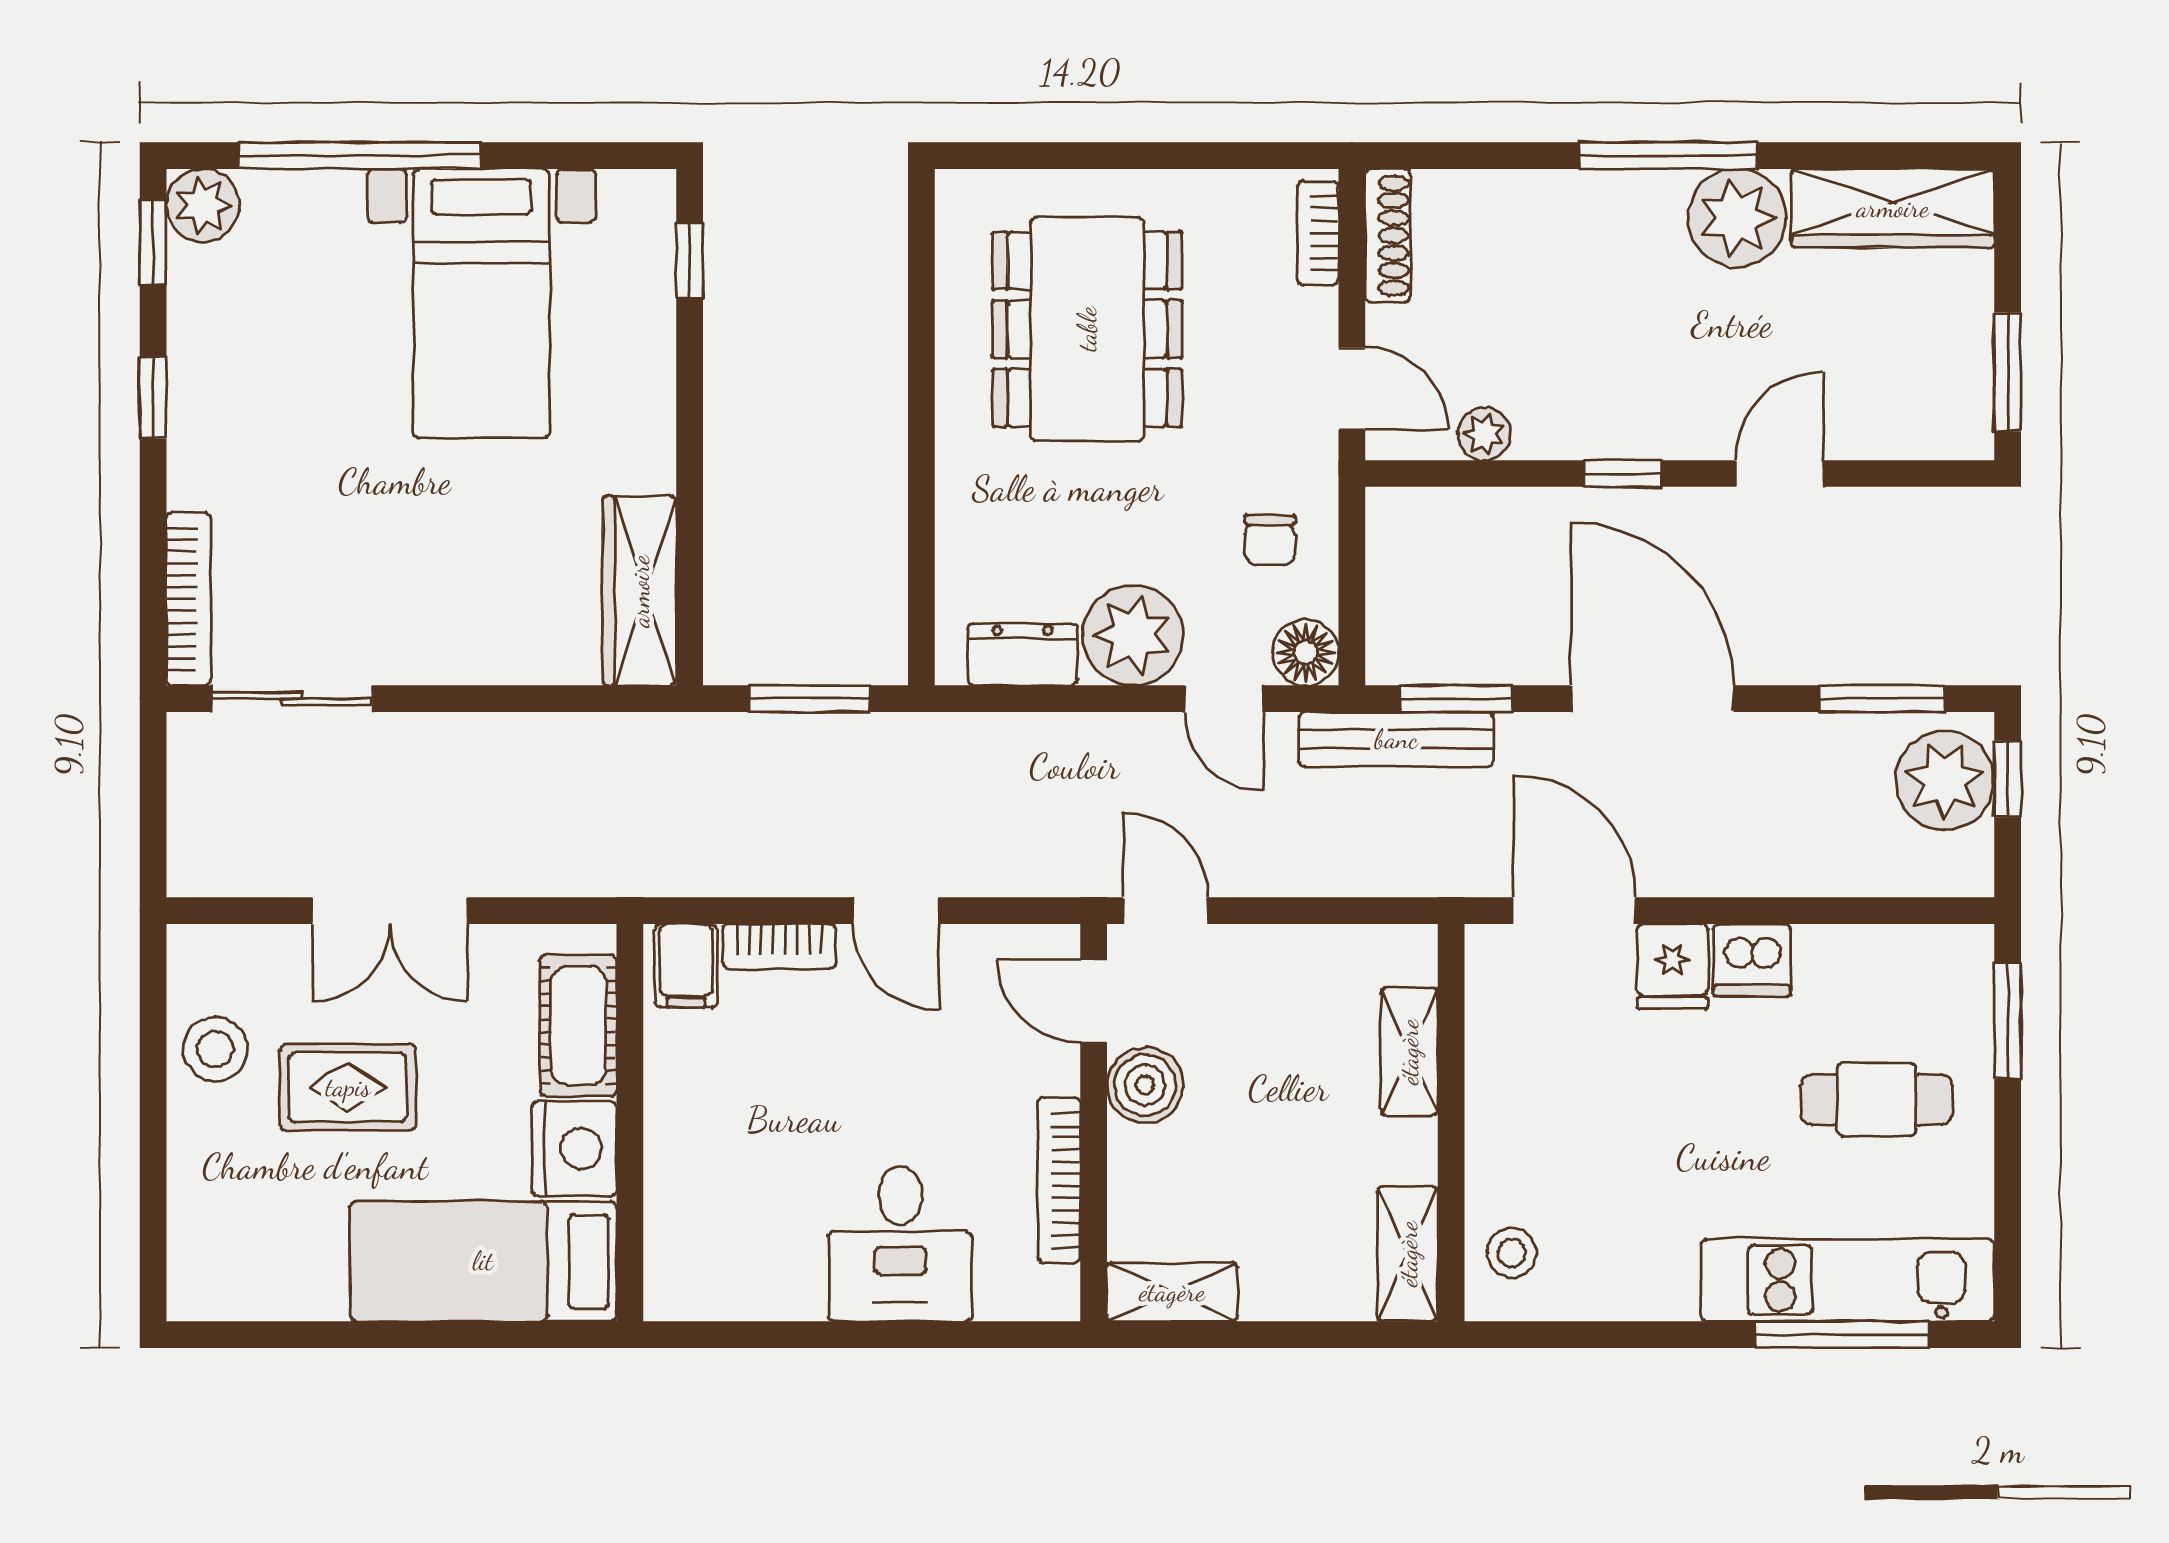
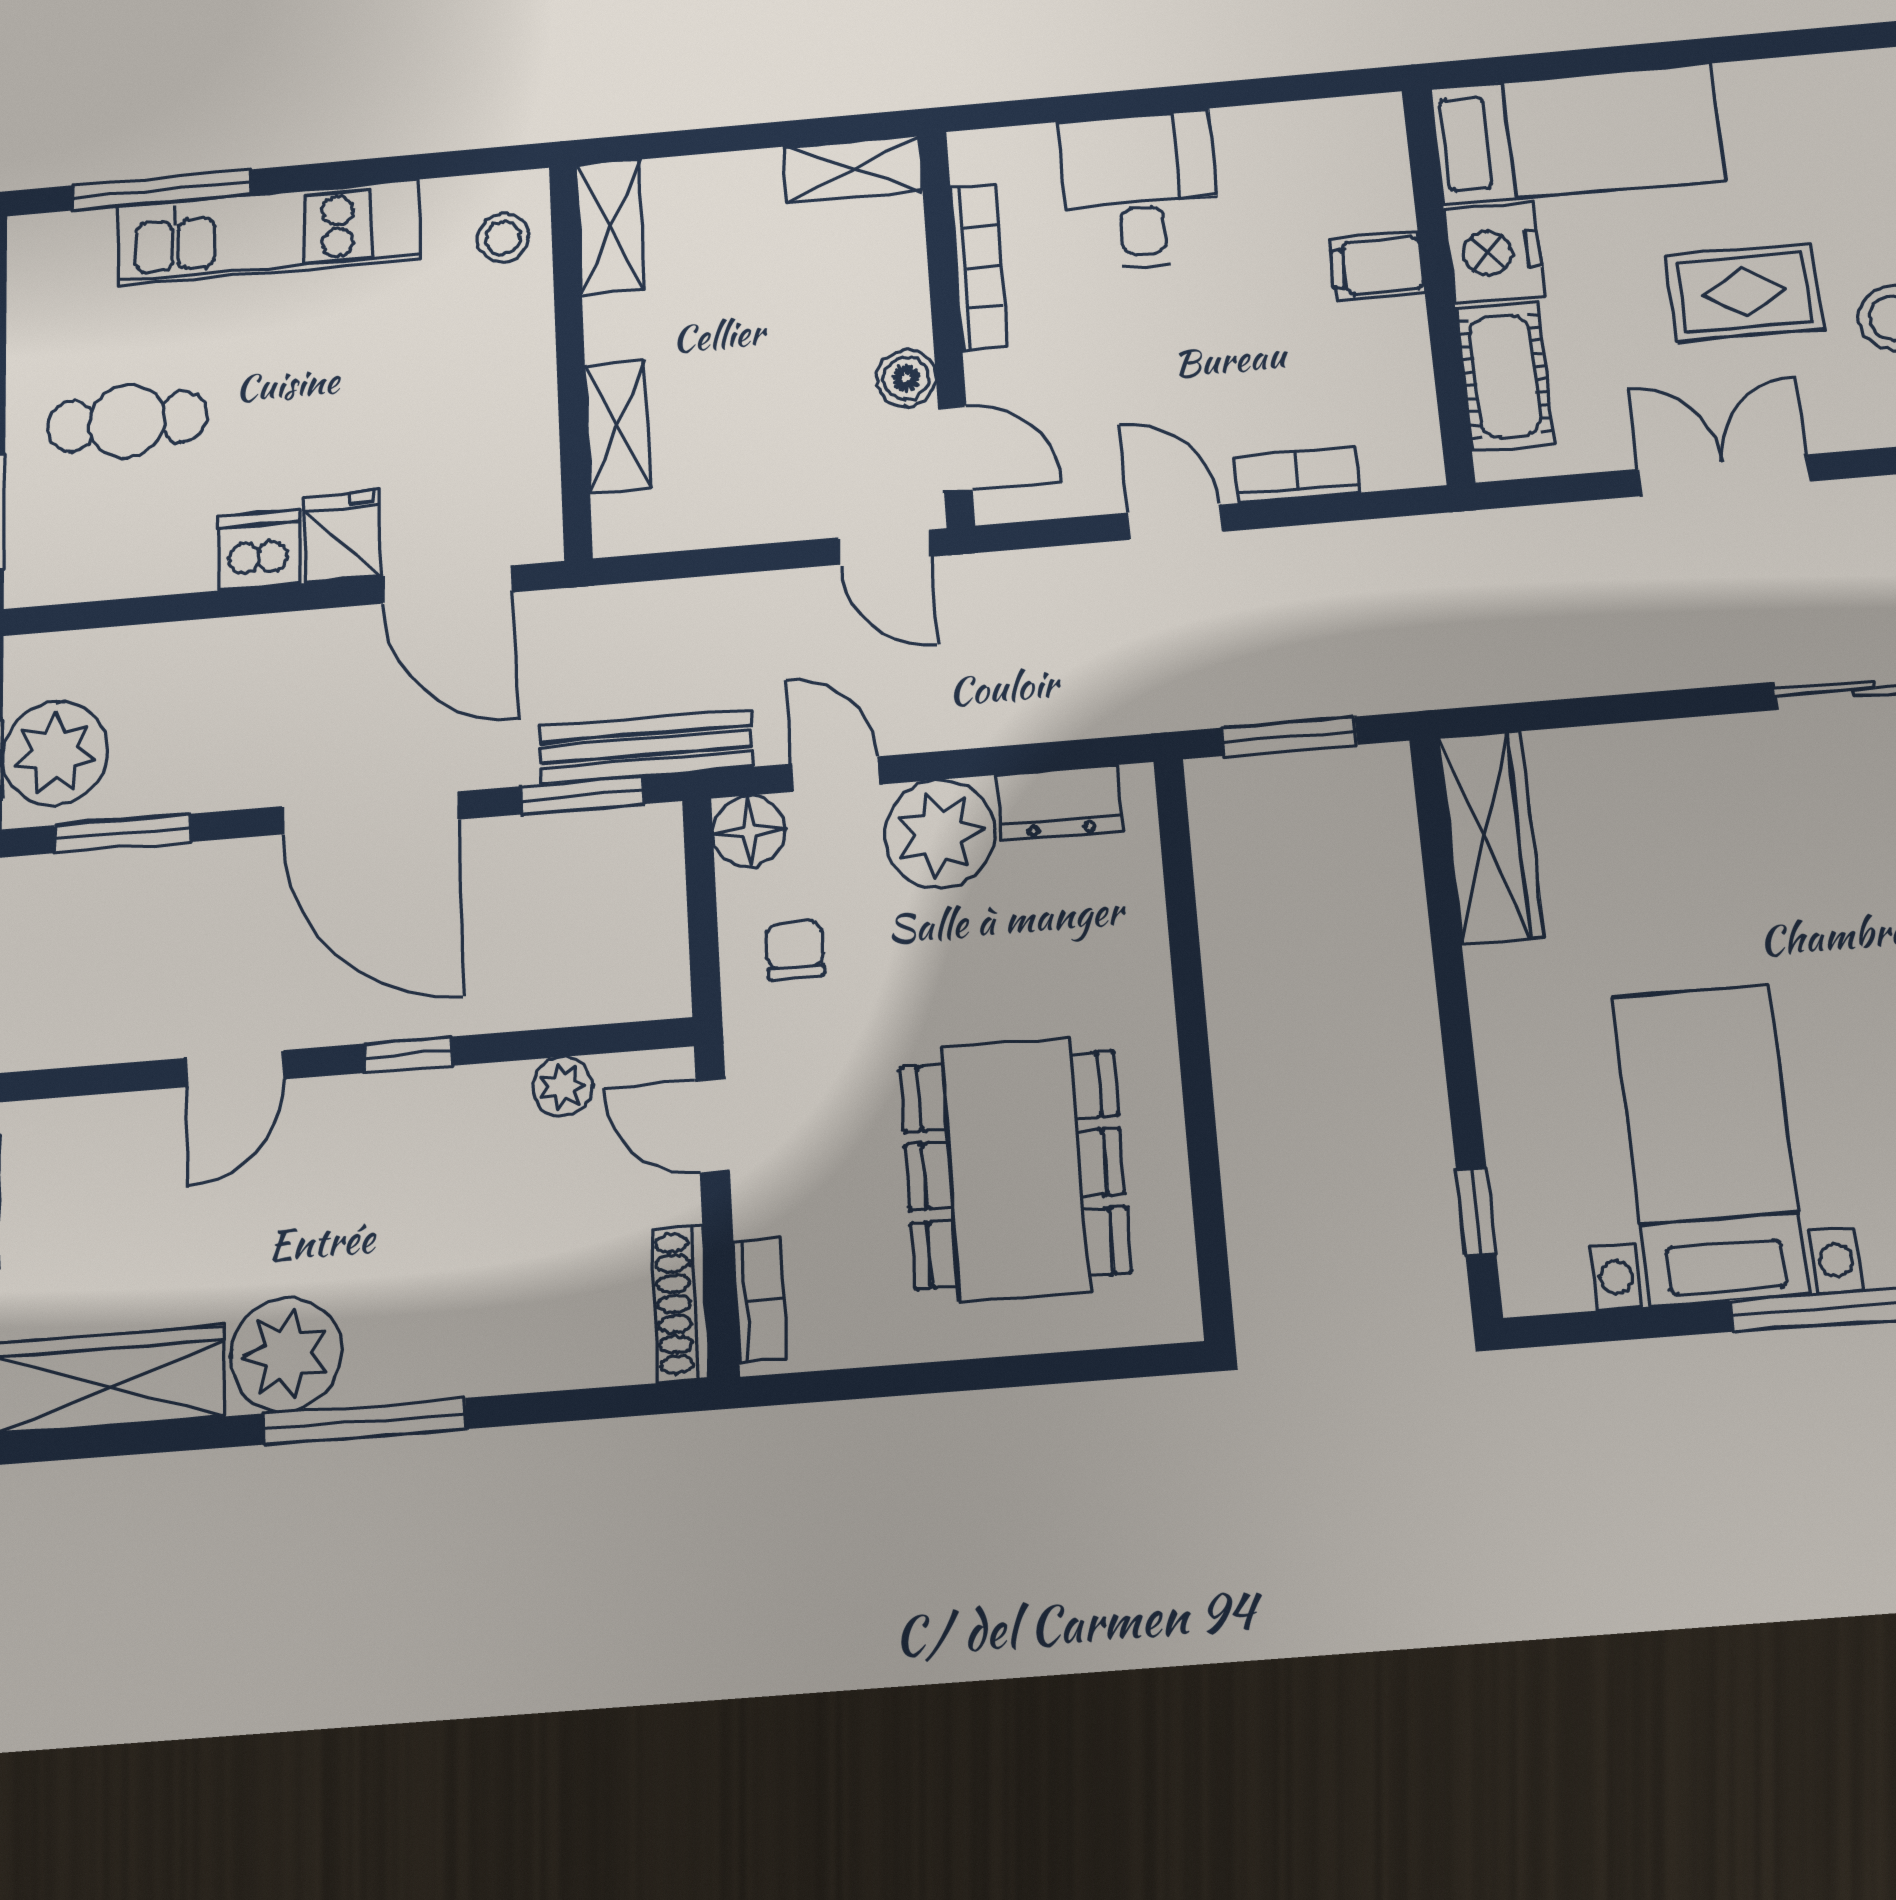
filing cabinet: (686, 966) -> (1377, 266), moved, turned -90
boiler: (1145, 1085) -> (906, 378), width x0.73, depth x0.73
kitchen unit: (1848, 1280) -> (268, 233), moved

